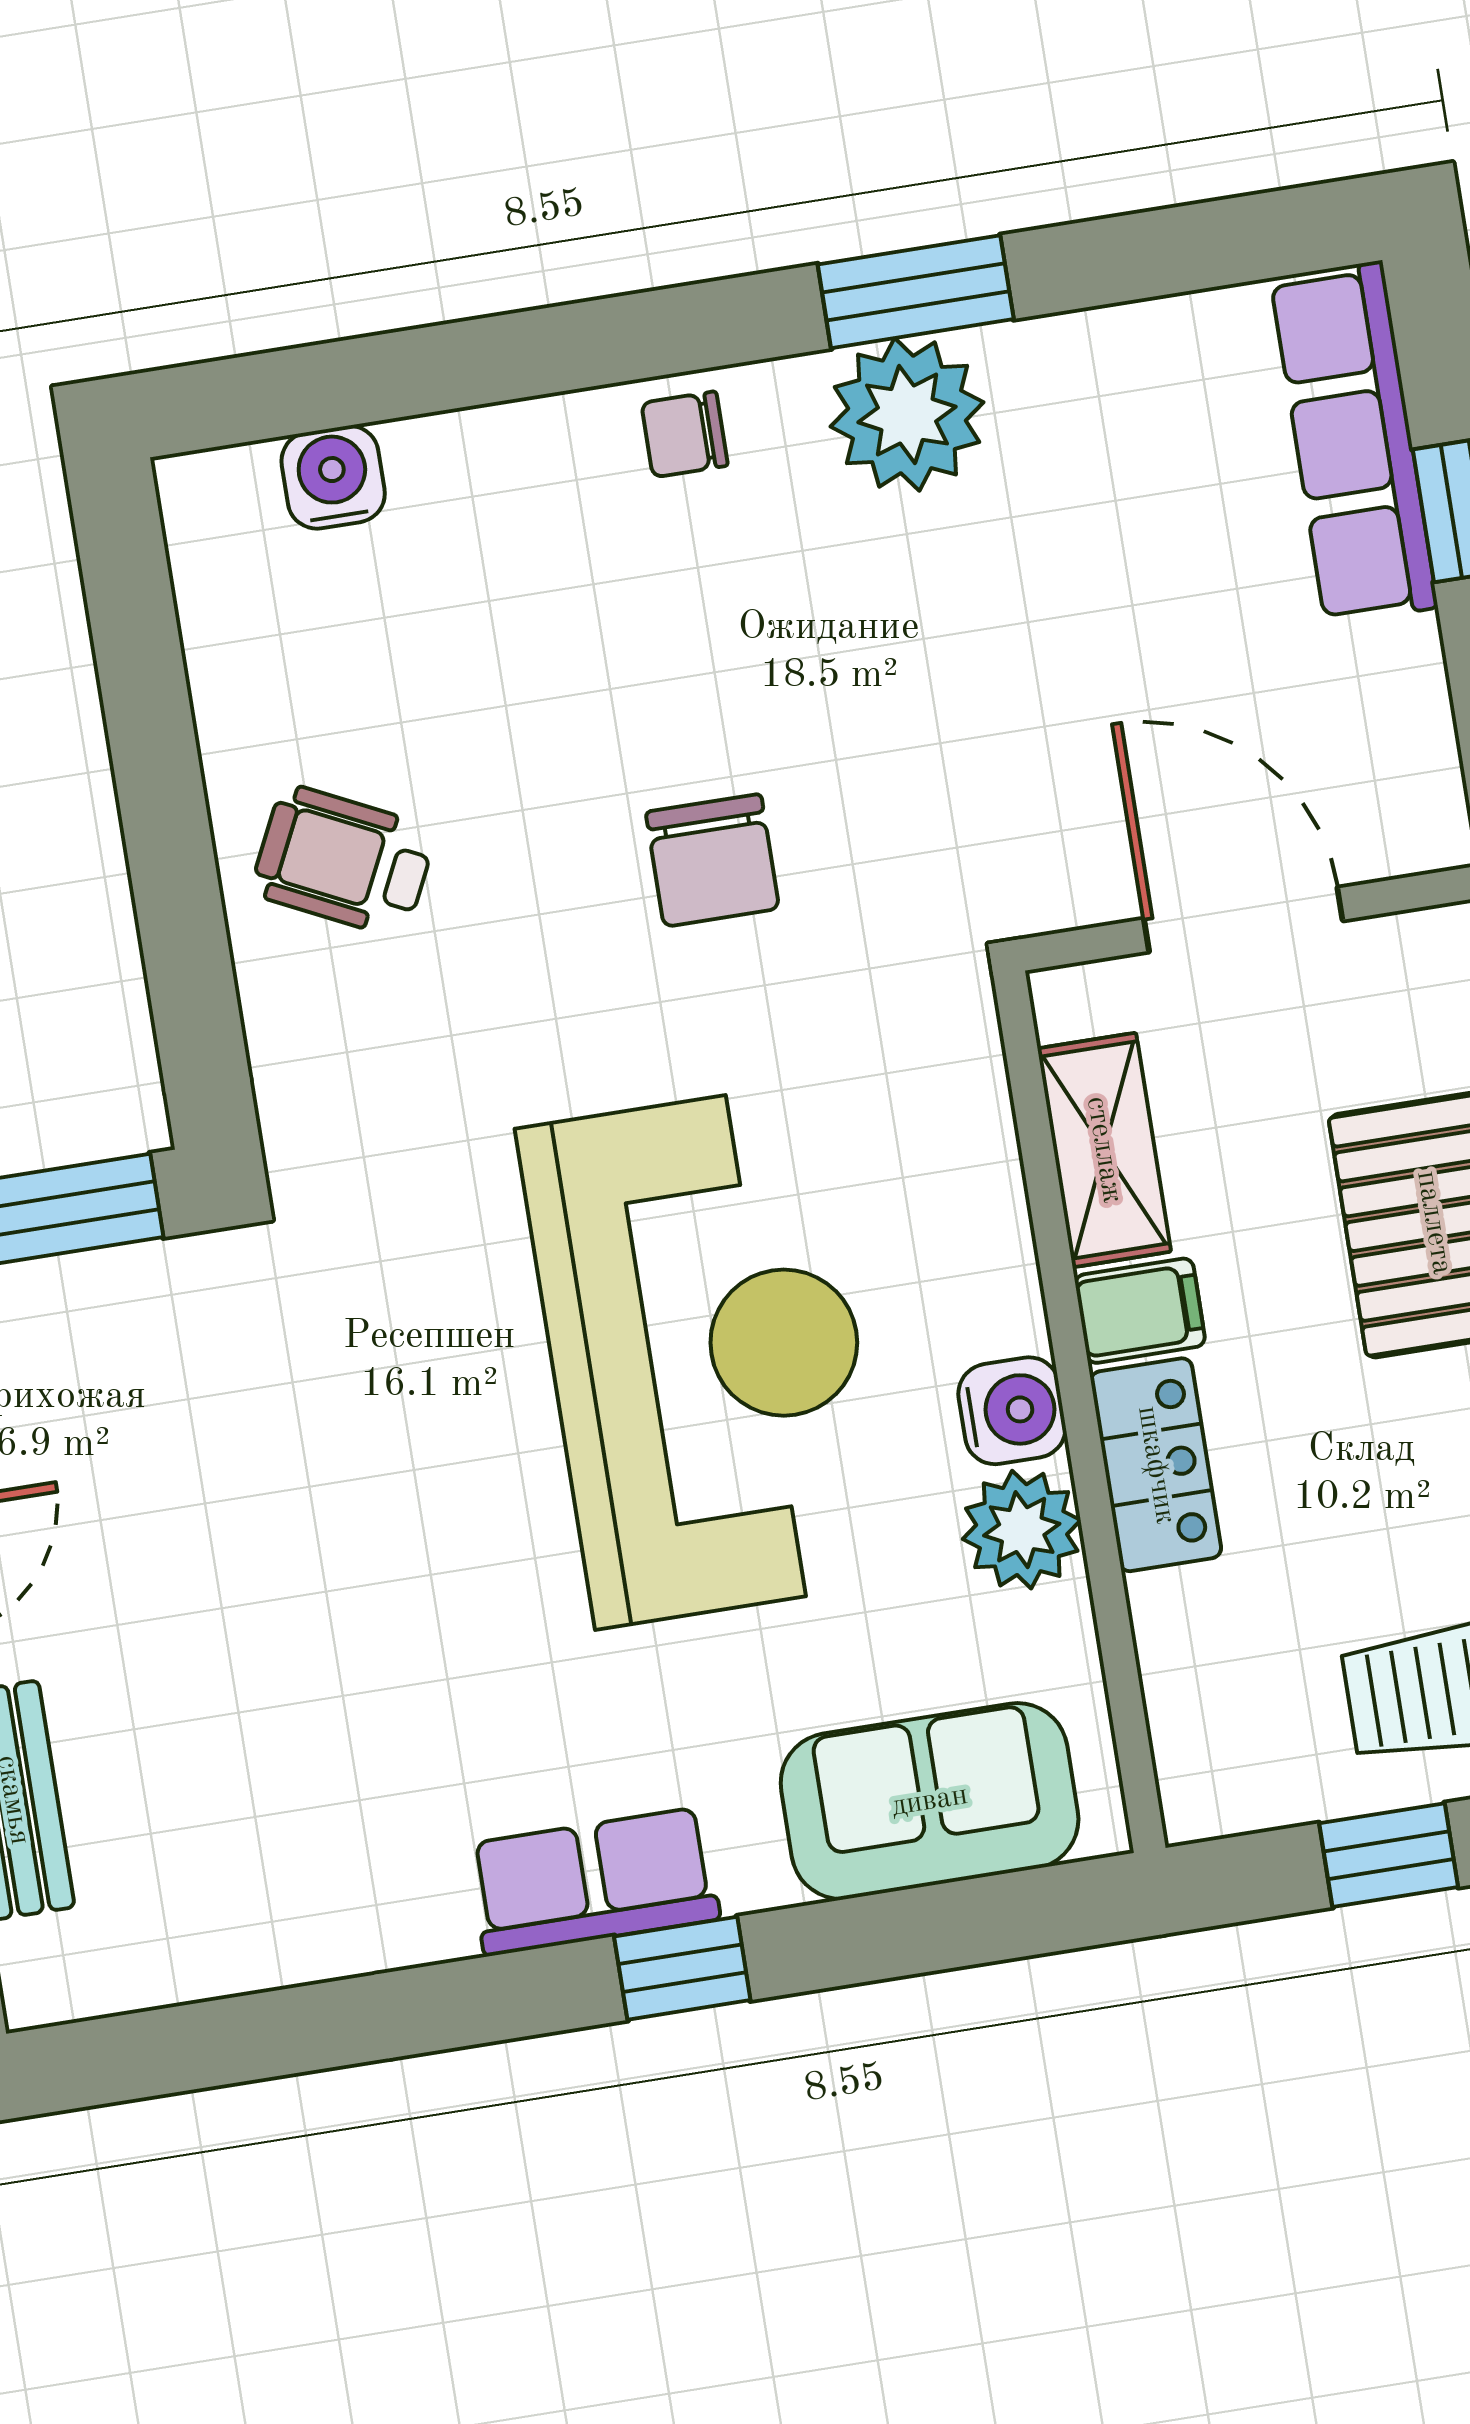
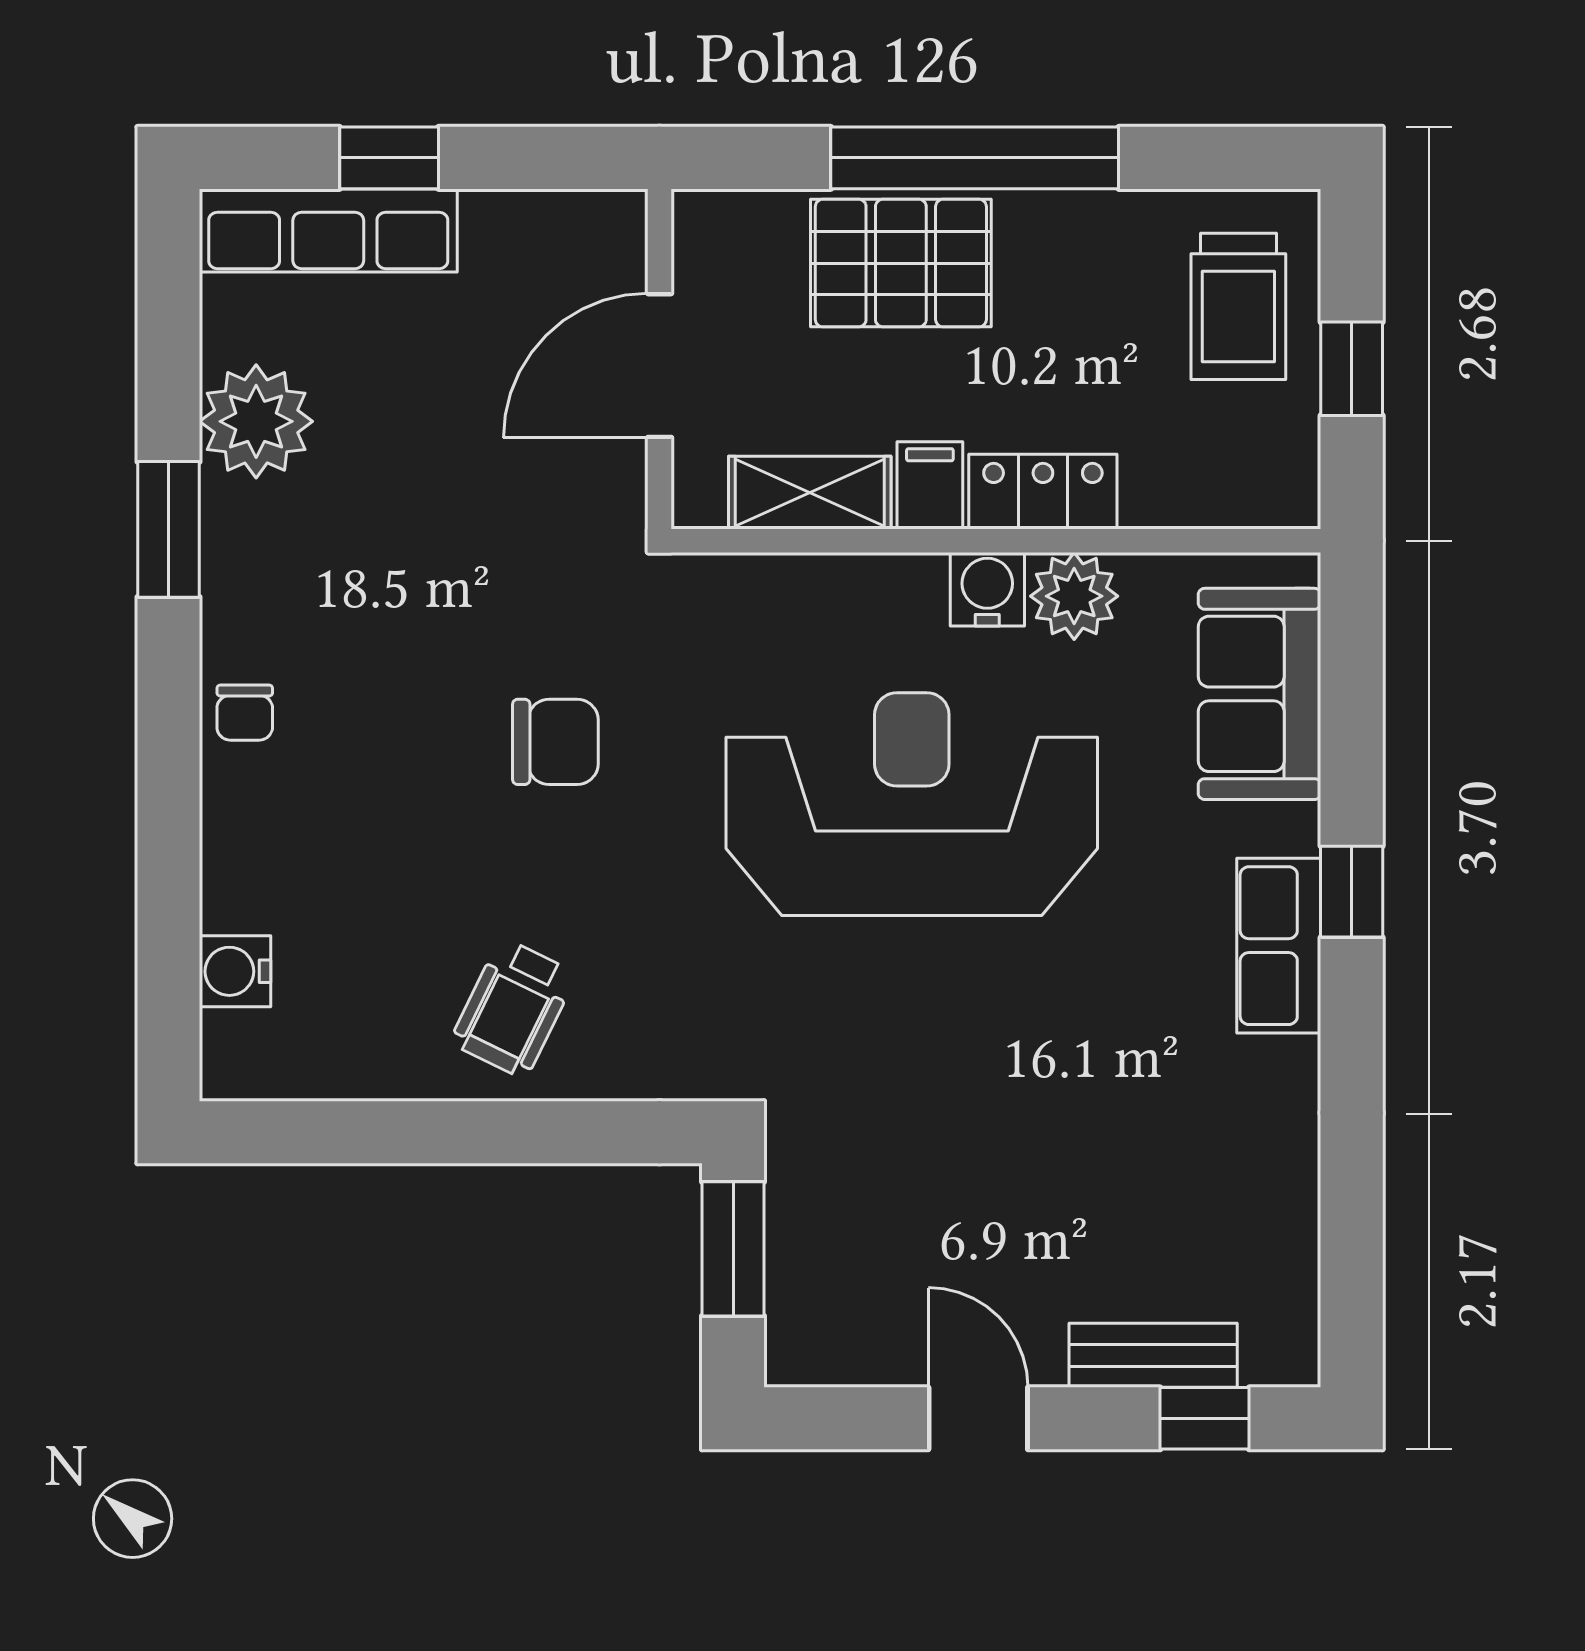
plant: (907, 414) -> (256, 421), moved

